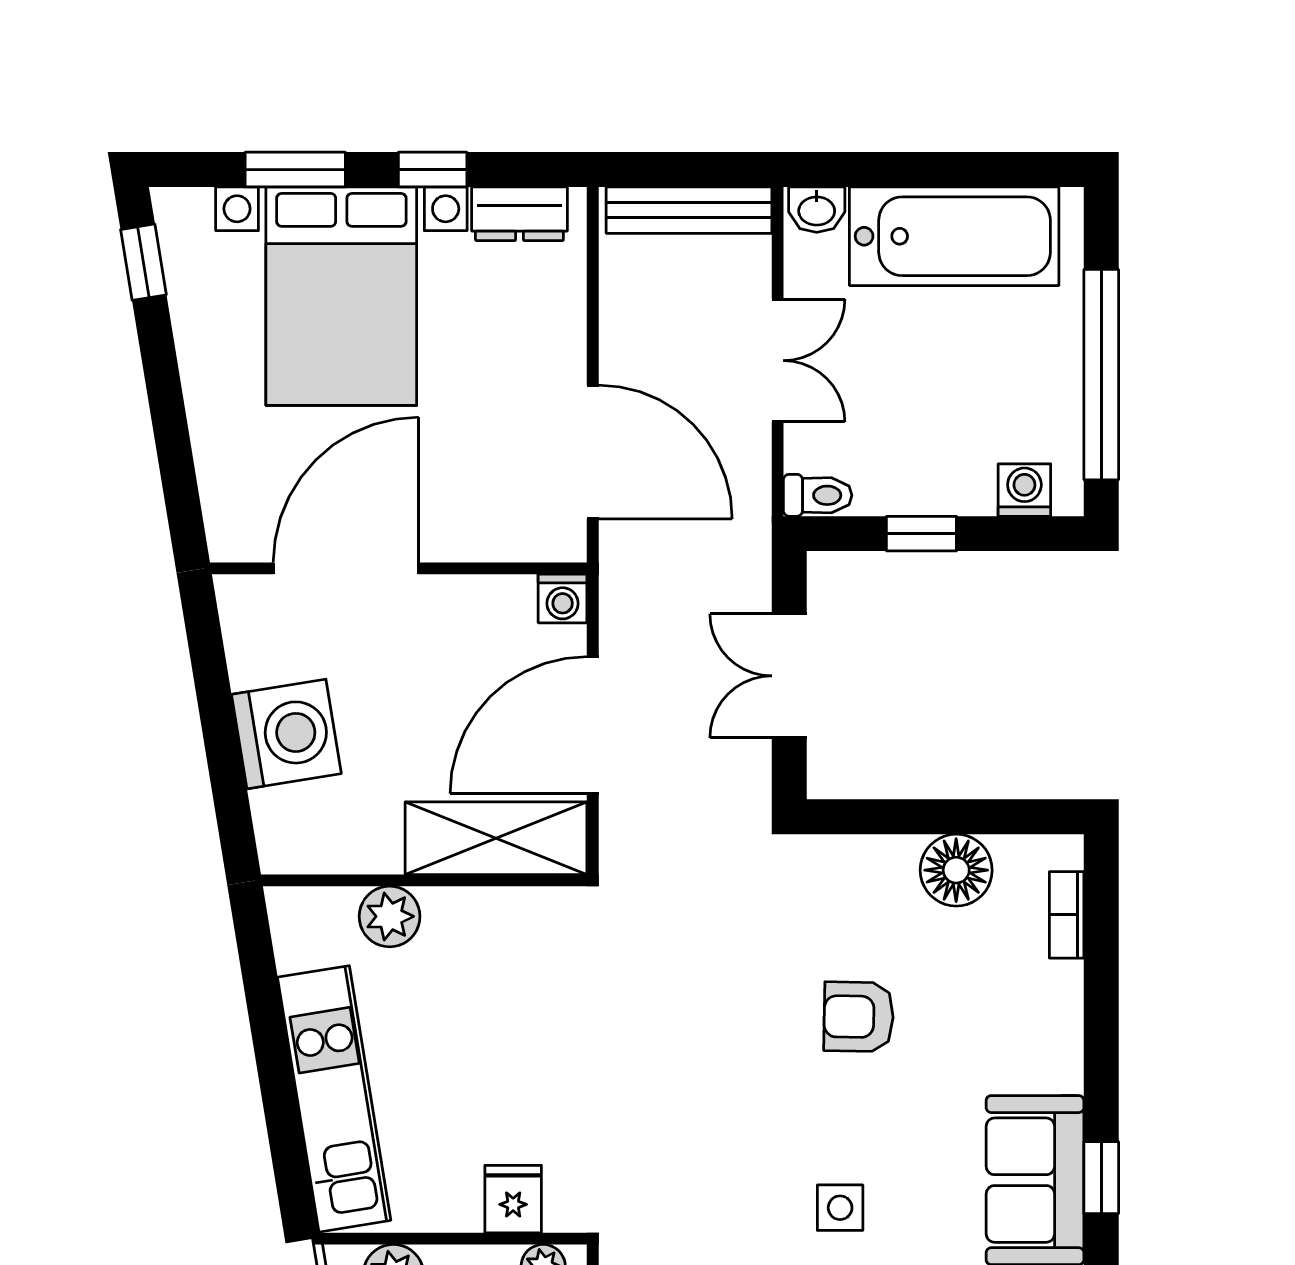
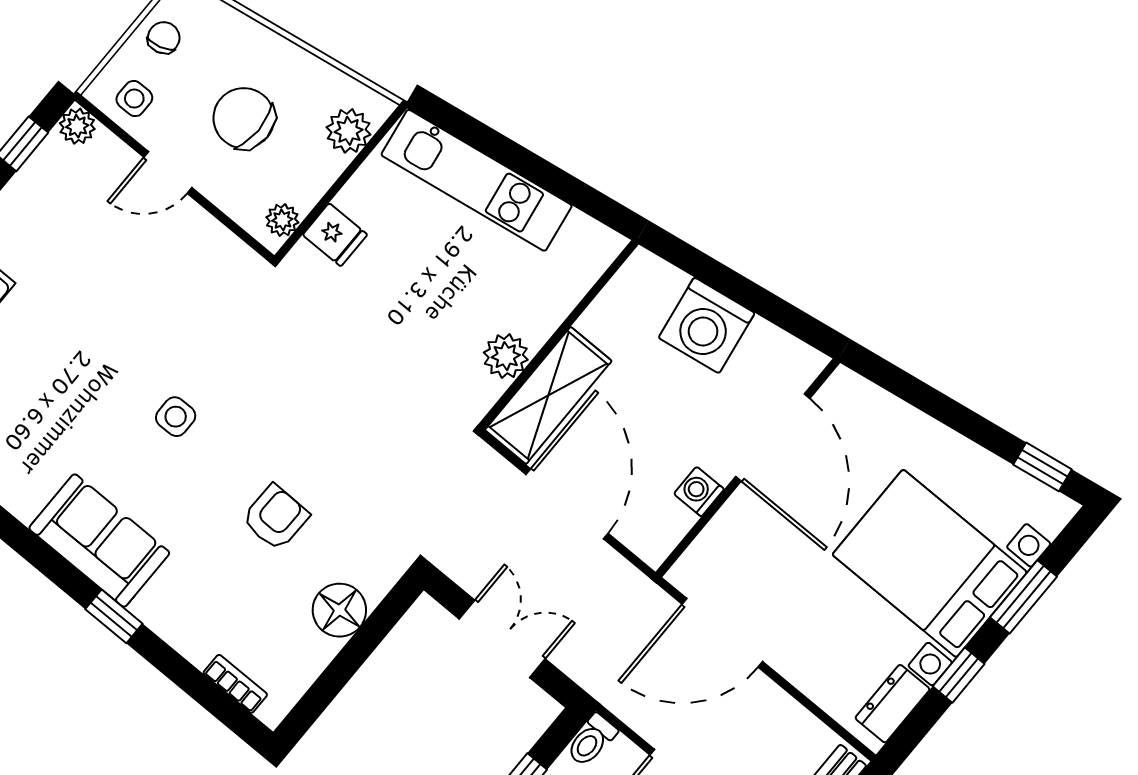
washing machine: (563, 598) -> (699, 491), moved
floor lamp: (956, 870) -> (339, 610), moved
plant: (390, 916) -> (506, 356), moved
window: (1101, 1178) -> (114, 616), moved

